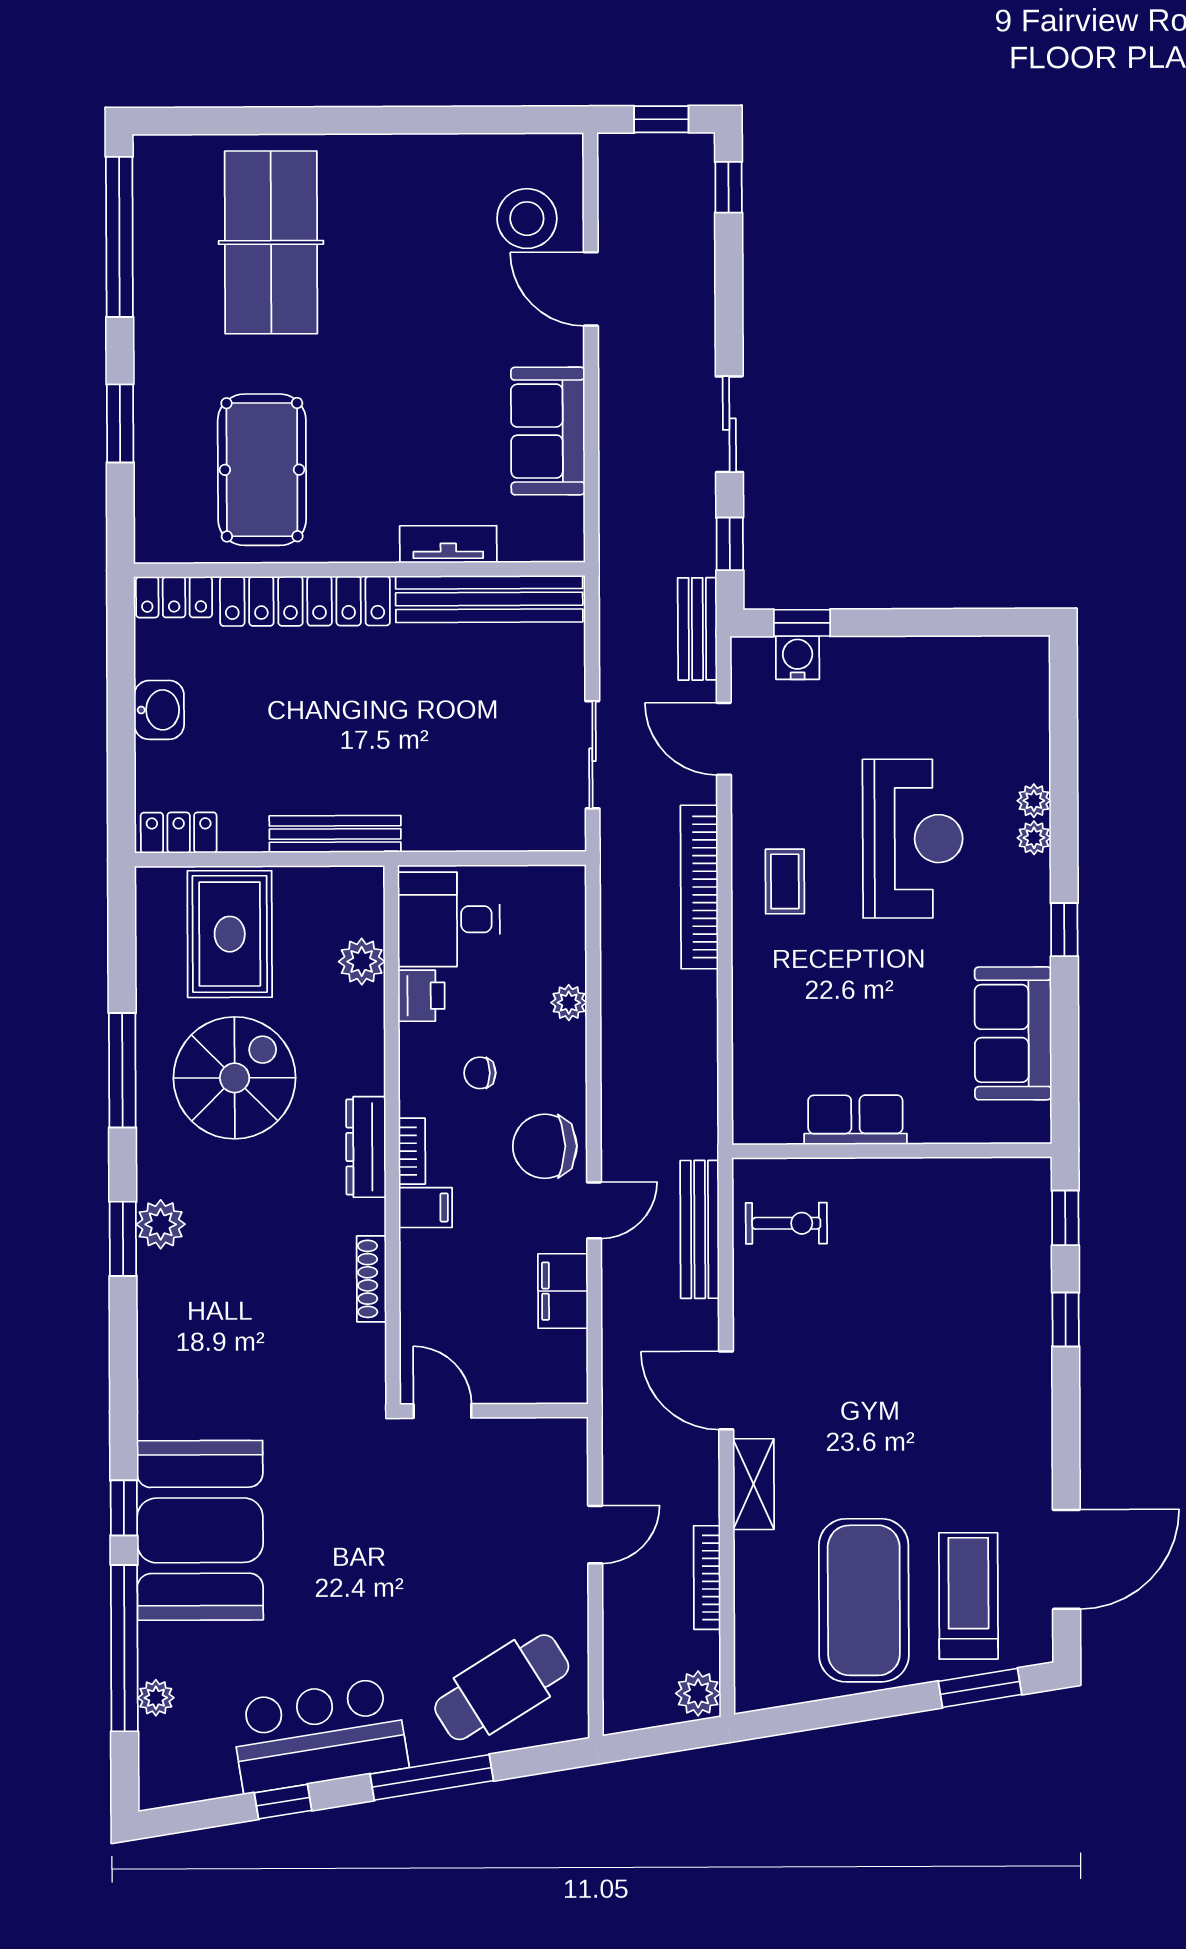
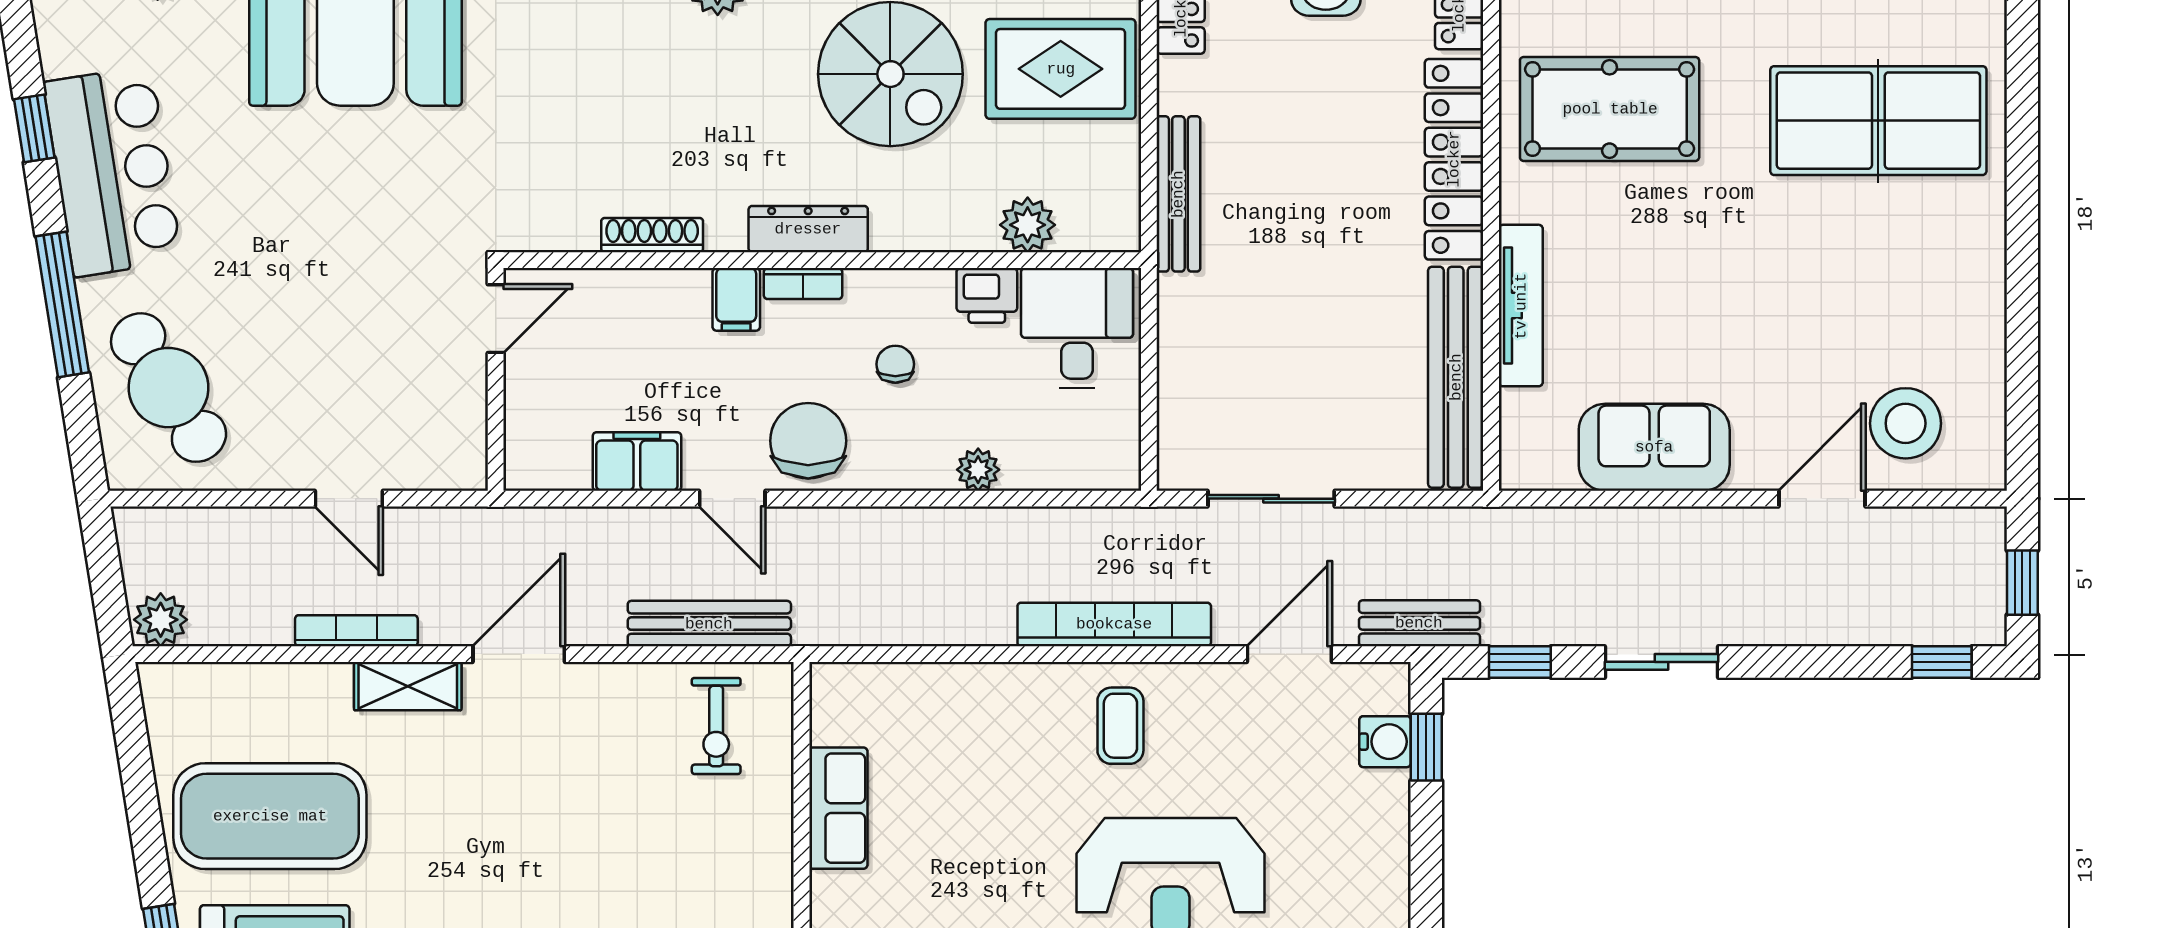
tv unit: (448, 544) -> (1521, 306), width x1.41
coffee table: (785, 881) -> (1120, 726), turned 90
bookcase: (707, 1578) -> (356, 631), moved

